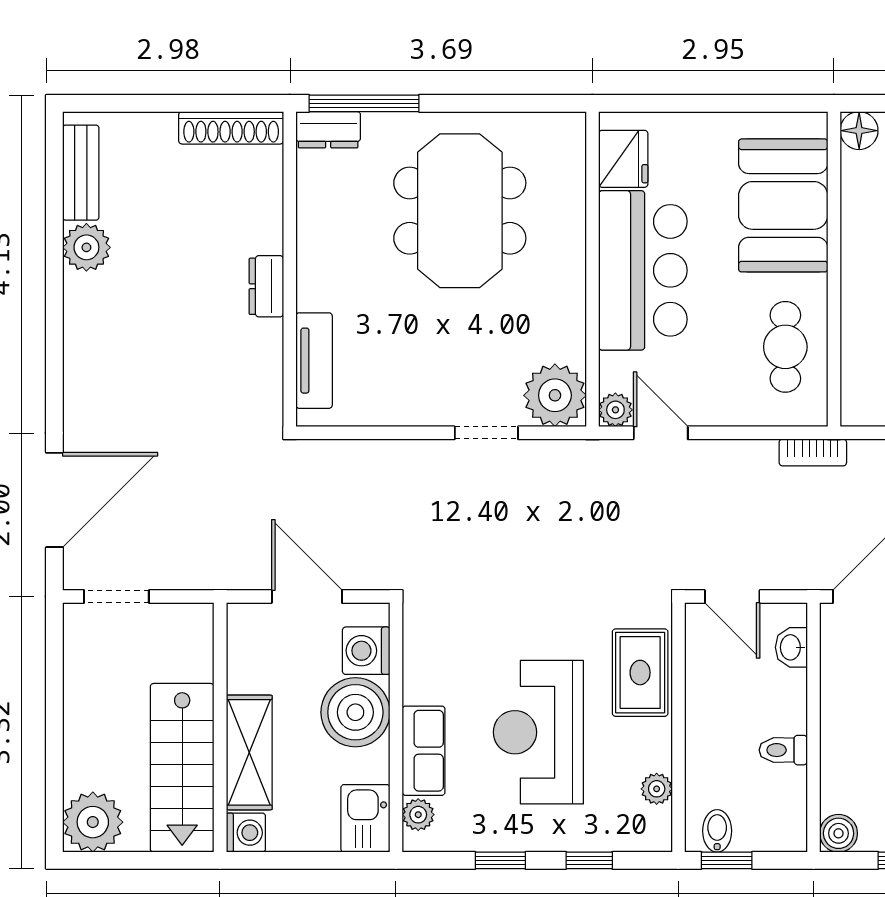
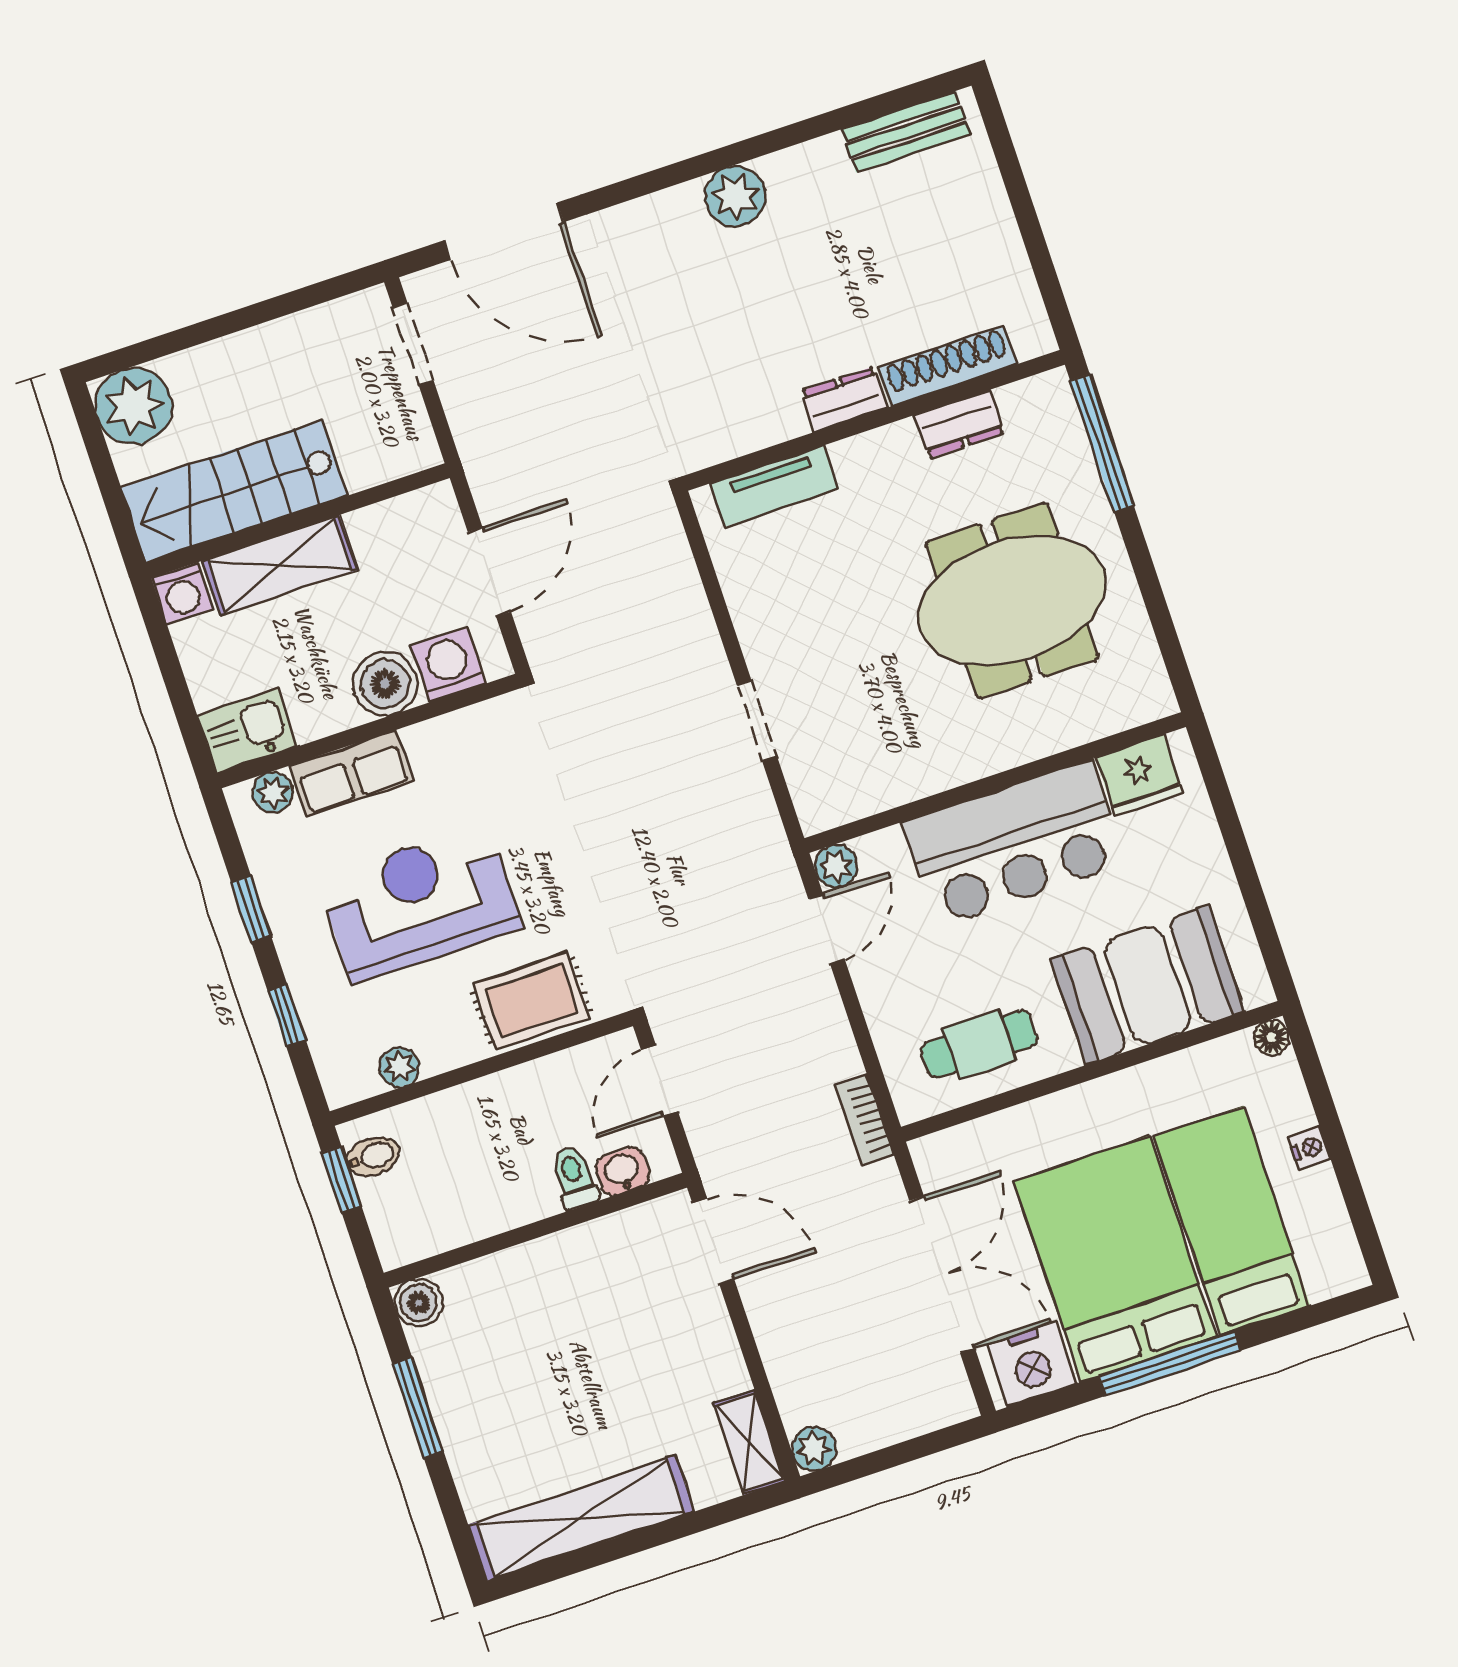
shoe rack: (231, 128) -> (948, 366), moved, turned 90
dresser: (328, 130) -> (959, 424), moved, turned -90
floor lamp: (859, 131) -> (1272, 1038), width x0.73, depth x0.73
plant: (86, 247) -> (735, 196), moved
plant: (555, 395) -> (829, 788), removed
boiler: (355, 712) -> (385, 684), width x0.73, depth x0.73
toilet: (783, 750) -> (574, 1177), moved

